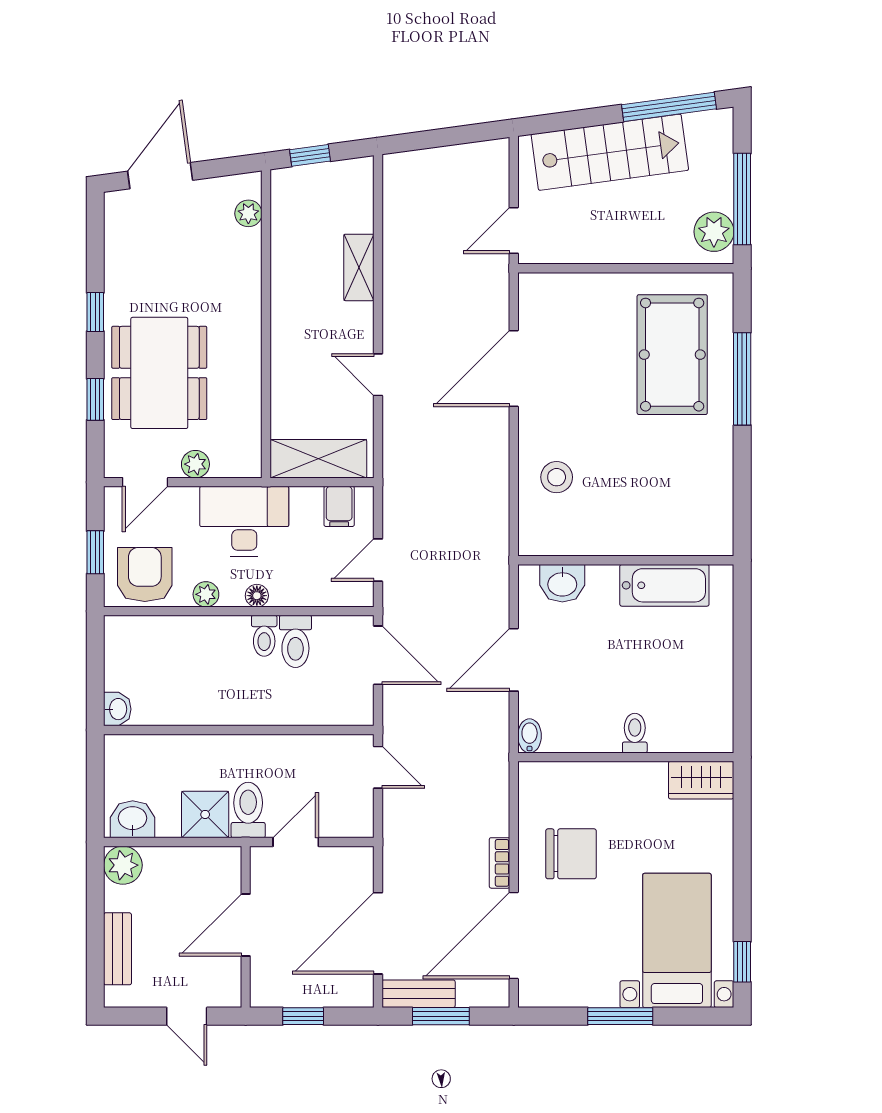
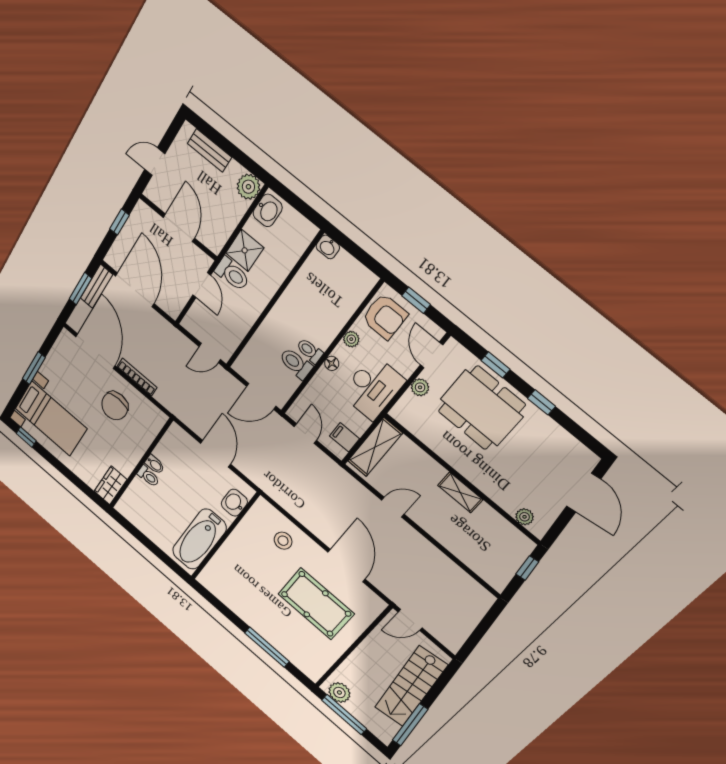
door: (514, 230) -> (410, 620), swing flipped
shelving: (359, 267) -> (460, 492), moved
pool table: (672, 355) -> (316, 604), moved
bathtub: (664, 585) -> (199, 539), width x1.36, depth x1.36
bidet: (530, 736) -> (155, 464), moved
bookcase: (500, 863) -> (137, 377), width x1.56

